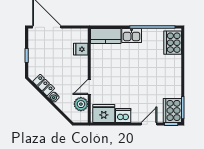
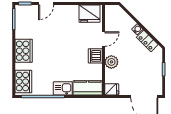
fridge: (81, 49) -> (112, 89), moved
plant: (81, 104) -> (111, 62), moved
cooker: (172, 110) -> (24, 51), moved
dishwasher: (123, 116) -> (95, 56), moved, turned 90

